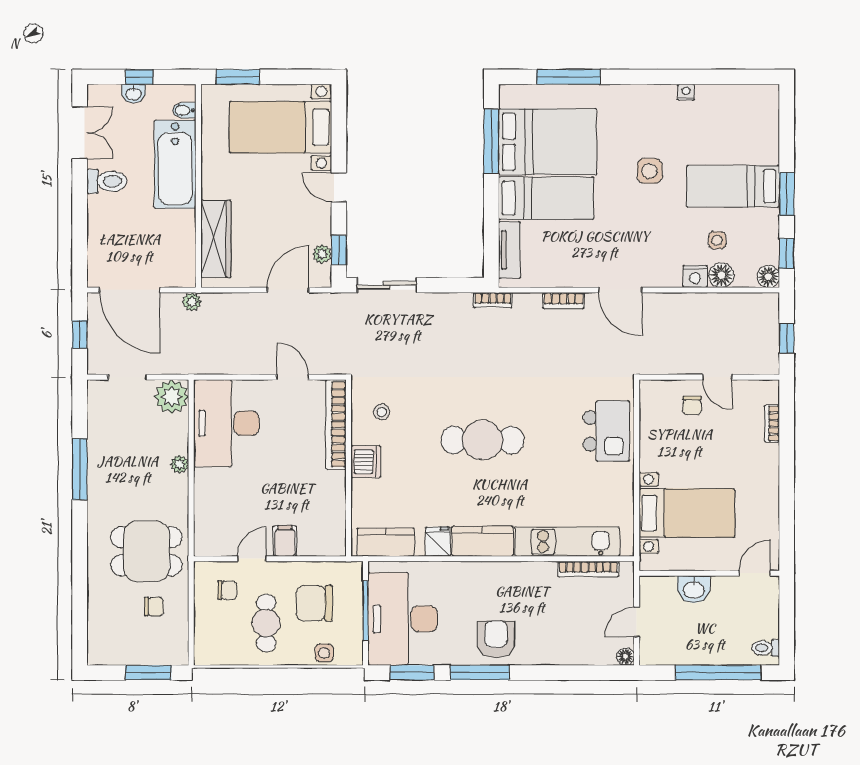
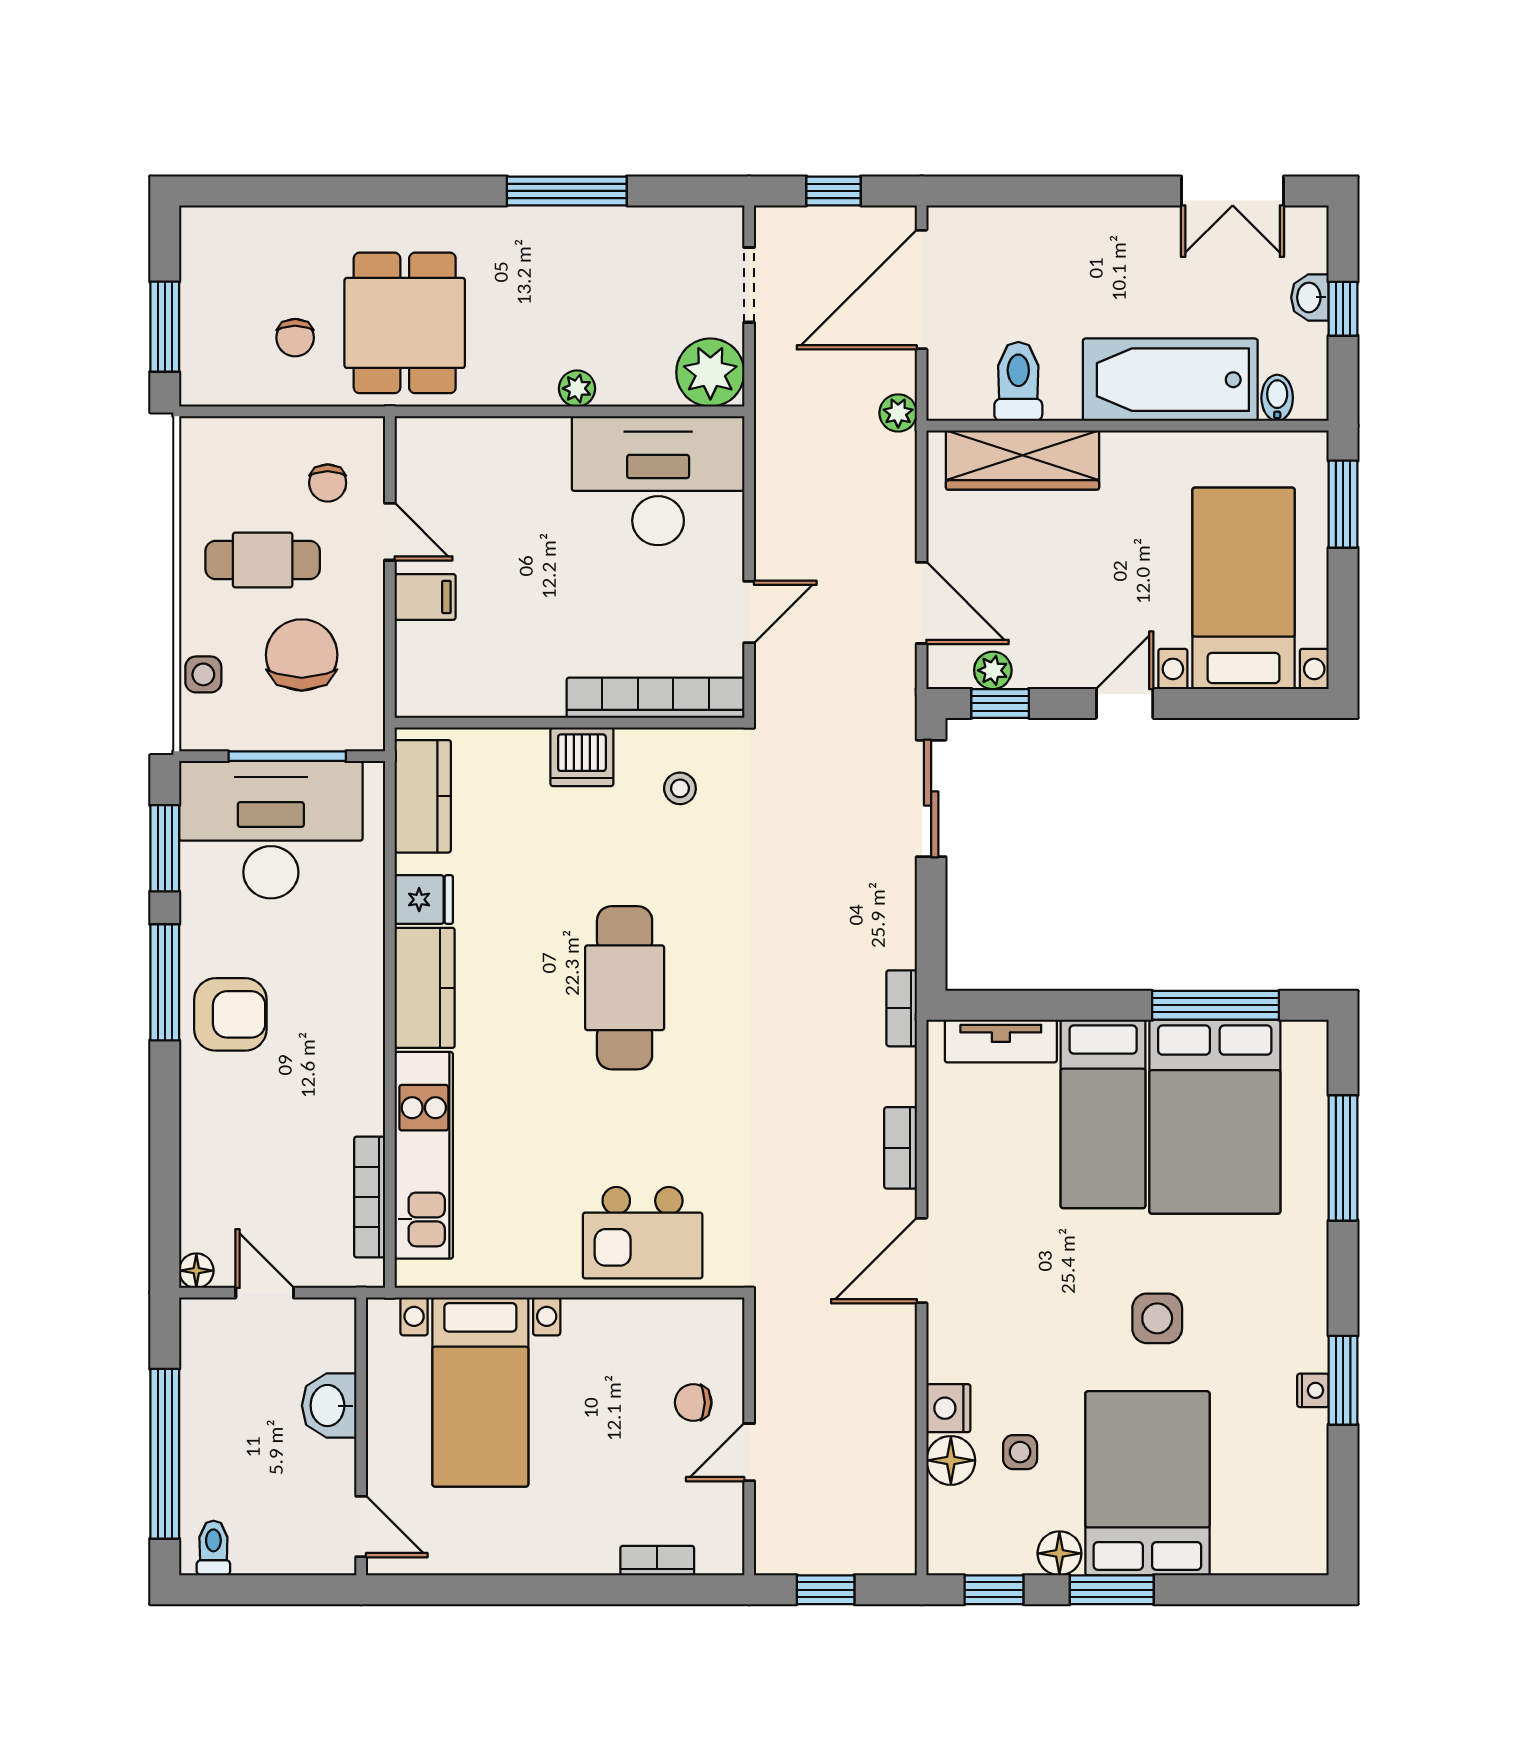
window: (681, 77) -> (1343, 1380), added
toilet: (107, 181) -> (1018, 381), moved, turned 180
bed: (733, 186) -> (1147, 1483), width x1.50
floor lamp: (768, 276) -> (1059, 1553), moved

